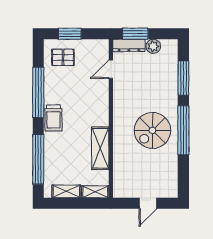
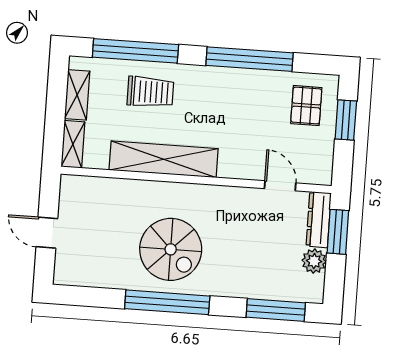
window: (183, 78) -> (276, 310), moved
trolley: (53, 118) -> (150, 92), moved, turned 180
spiral stairs: (152, 130) -> (171, 249), turned 180
shelving: (100, 148) -> (164, 159), width x1.47

